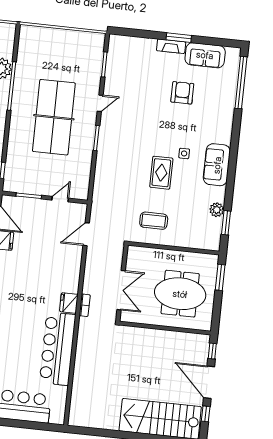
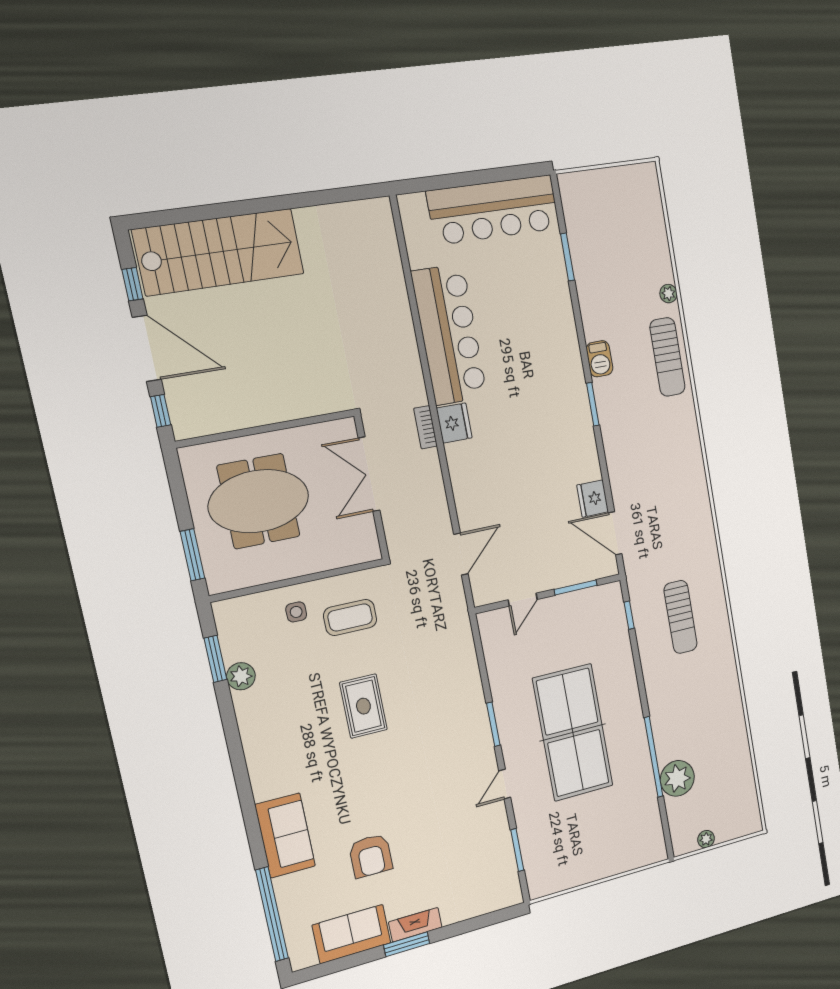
side table: (184, 153) -> (296, 612), moved
sofa: (217, 165) -> (285, 835), moved

